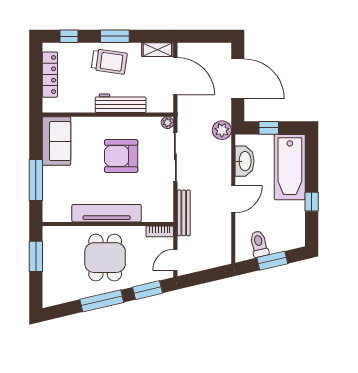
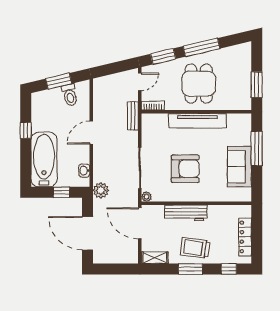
door: (175, 76) -> (140, 223), moved
sofa: (56, 141) -> (239, 167), moved
washbasin: (245, 161) -> (84, 171), width x0.52, depth x0.69
bench: (184, 213) -> (133, 116), width x0.73

